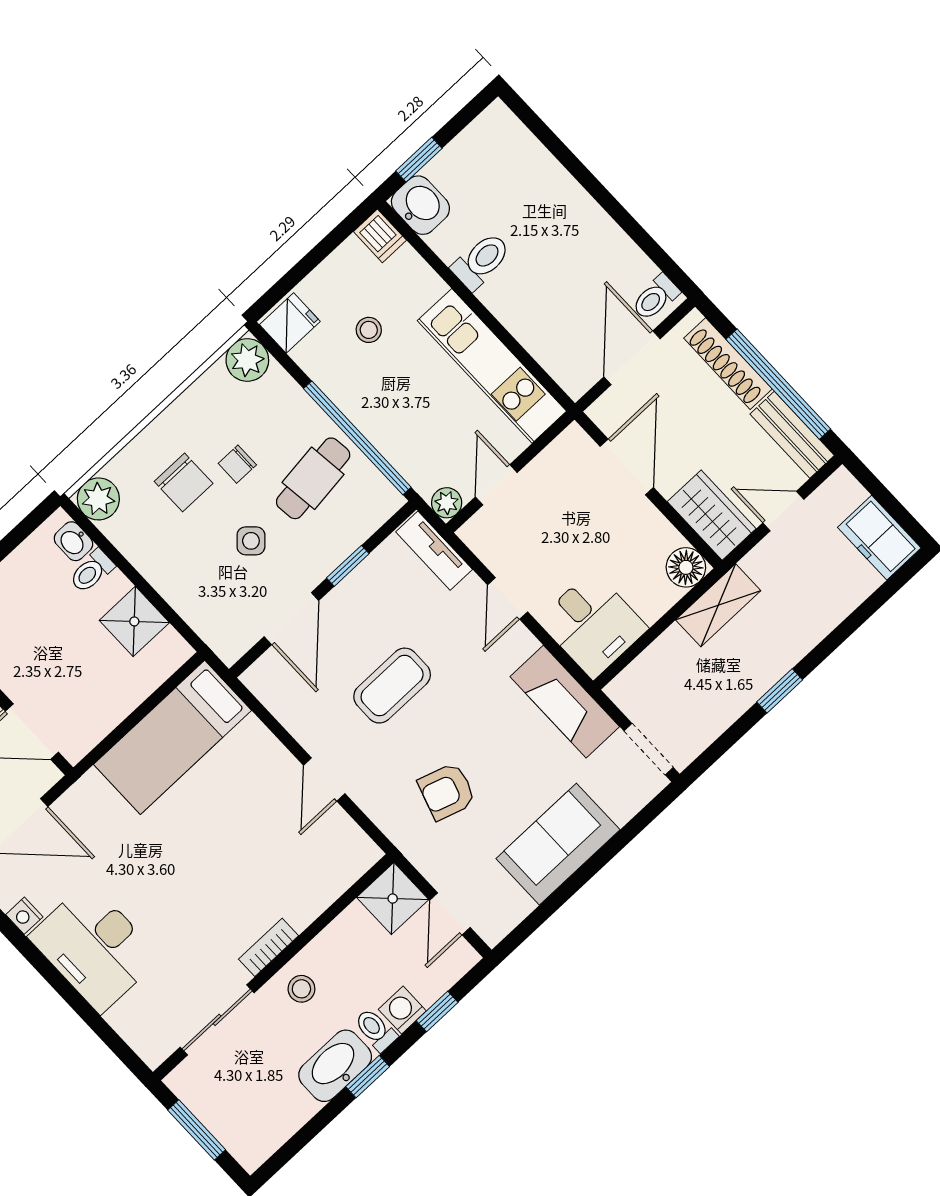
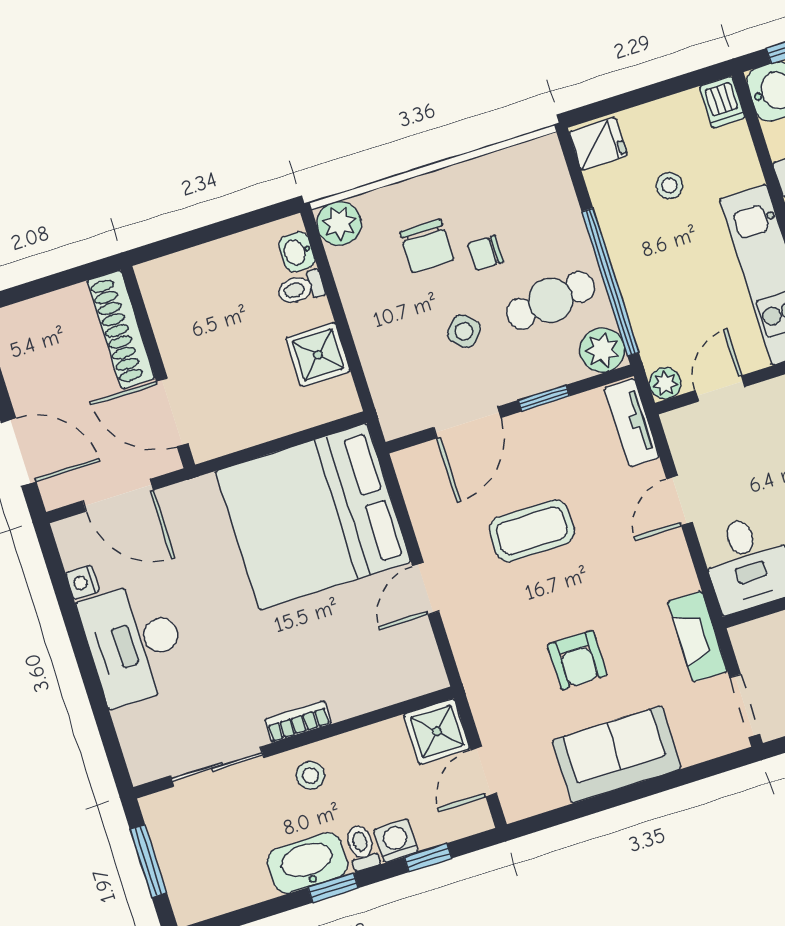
plant: (247, 360) -> (602, 350), moved
fireplace: (565, 702) -> (697, 637), width x0.73, depth x0.76
bed: (172, 737) -> (313, 517), width x2.04
armchair: (447, 791) -> (577, 660), moved, turned -108

